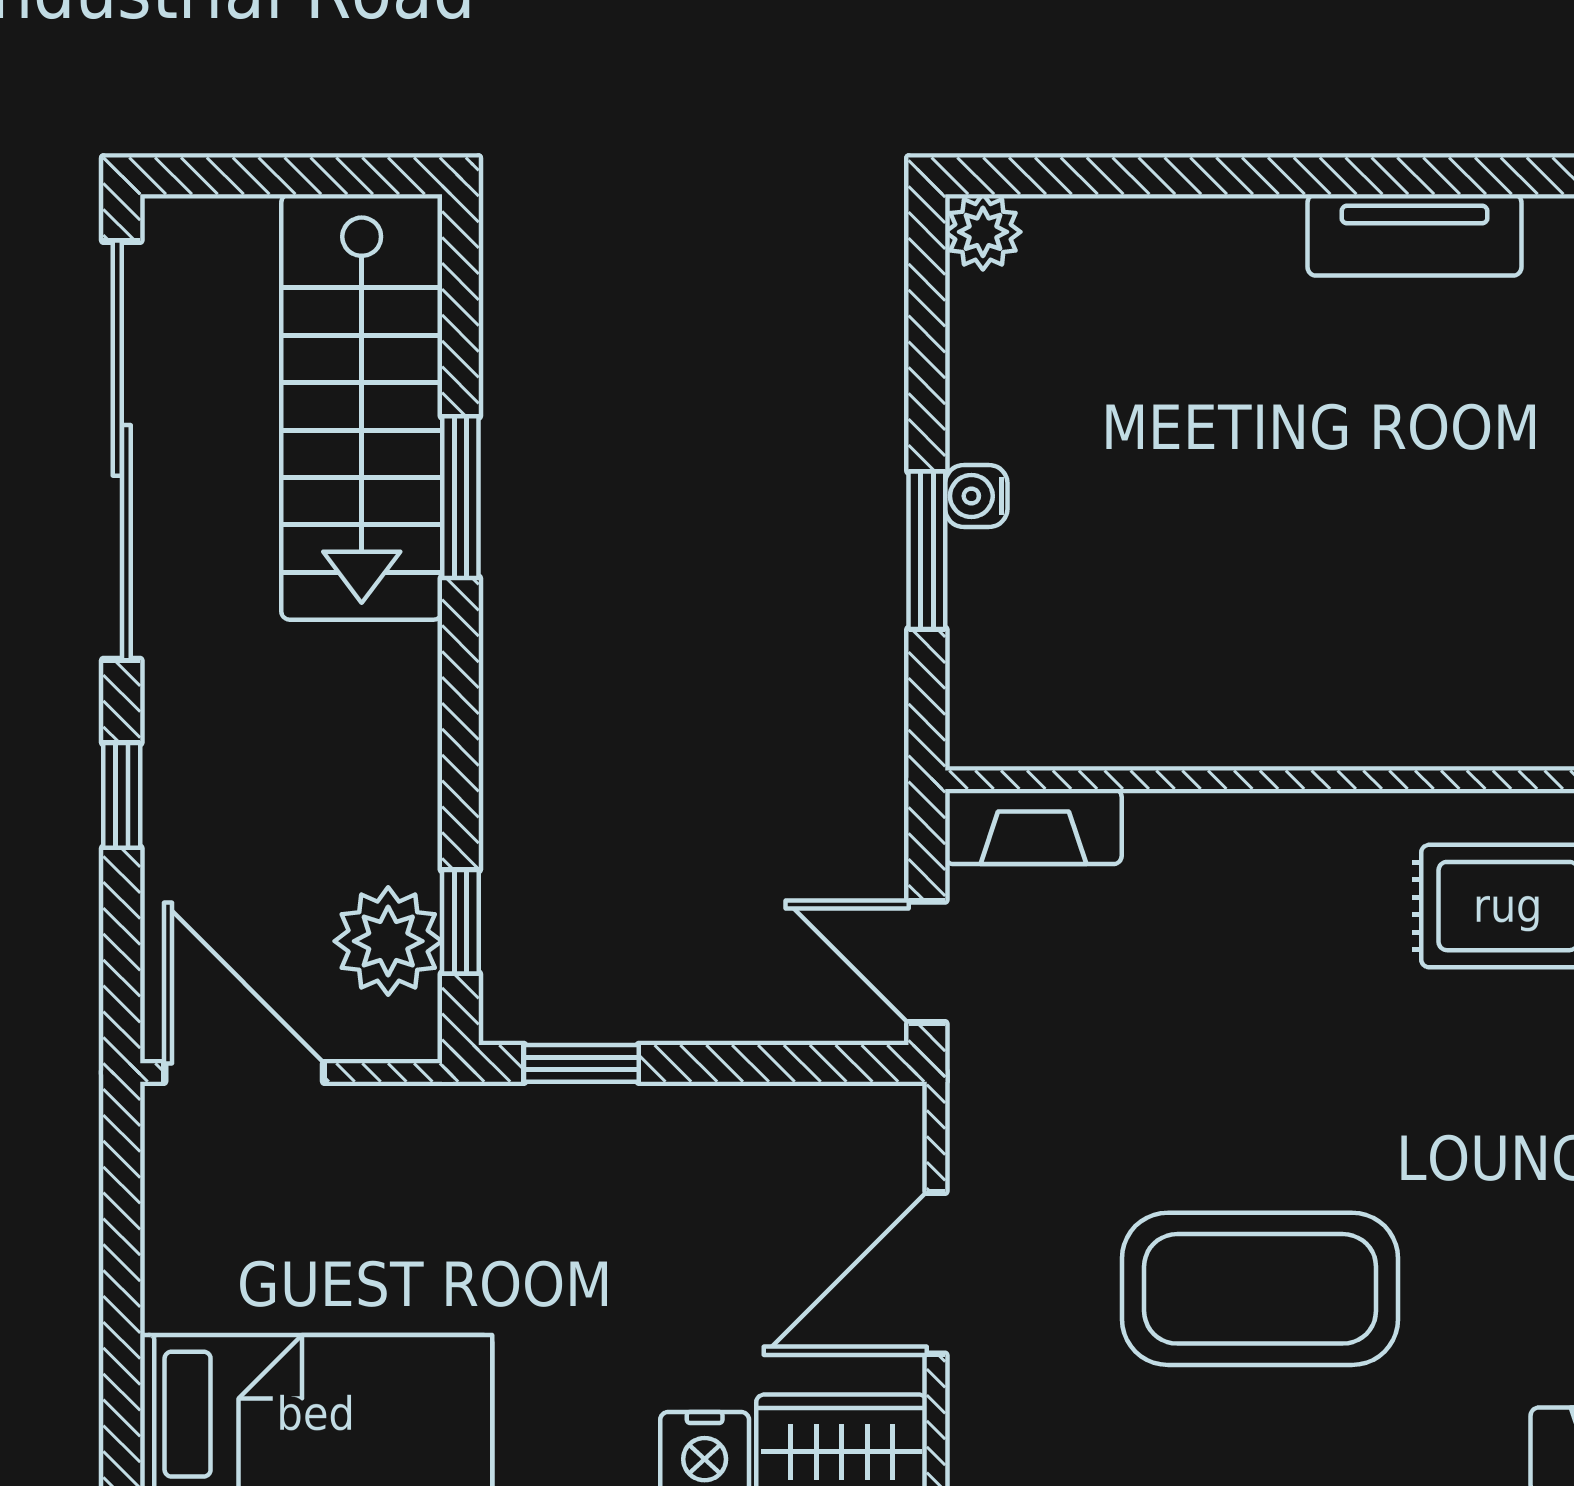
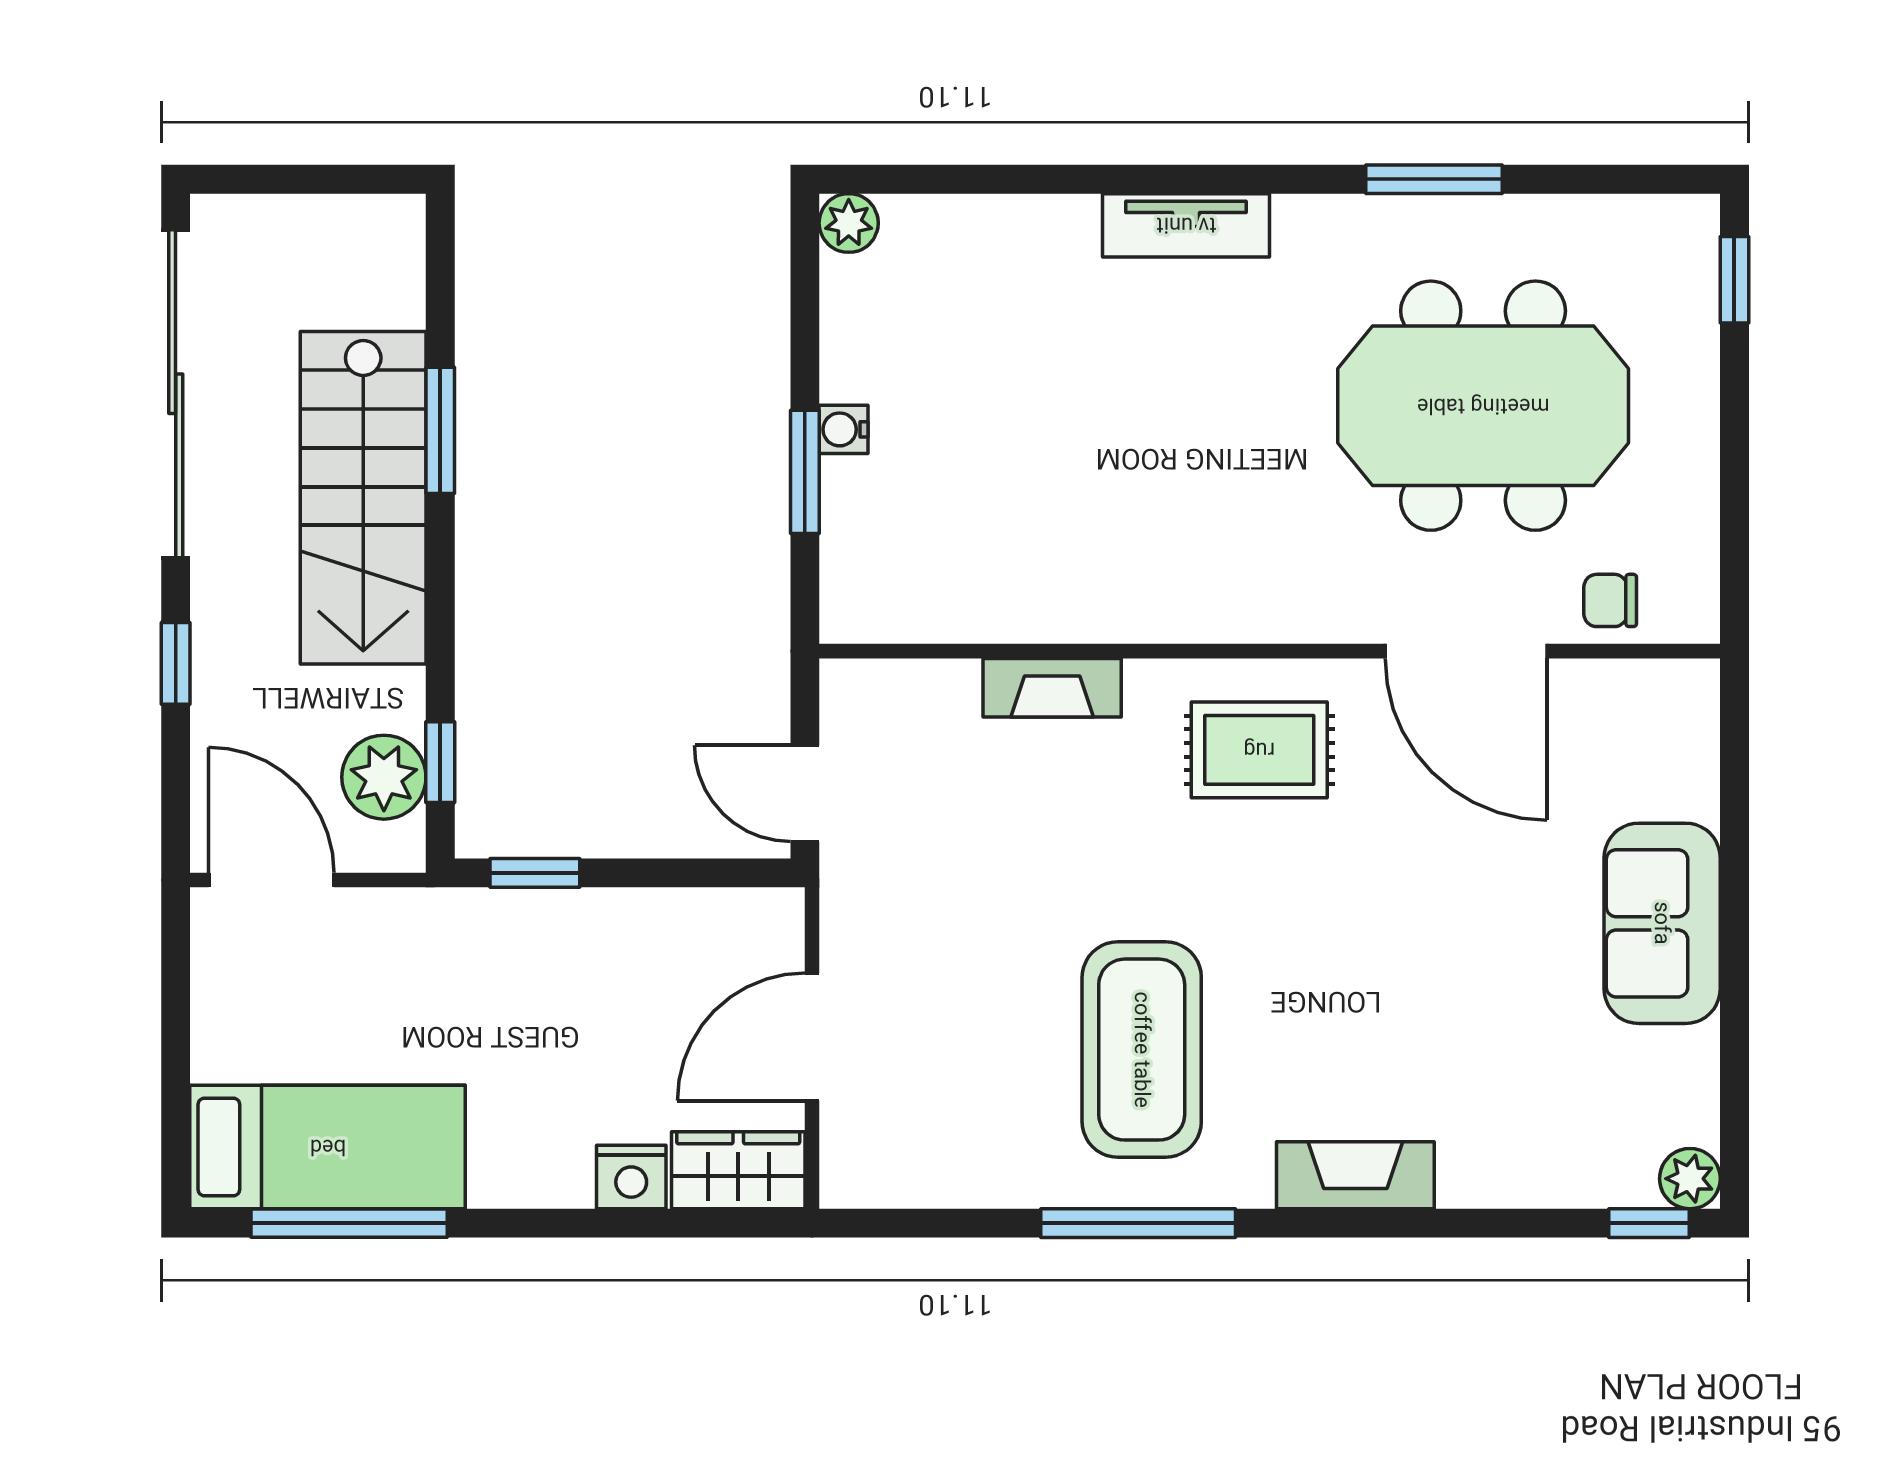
stairs: (362, 407) -> (363, 498), moved
fireplace: (1033, 827) -> (1052, 688), moved
coffee table: (1260, 1289) -> (1142, 1050), moved, turned 90

